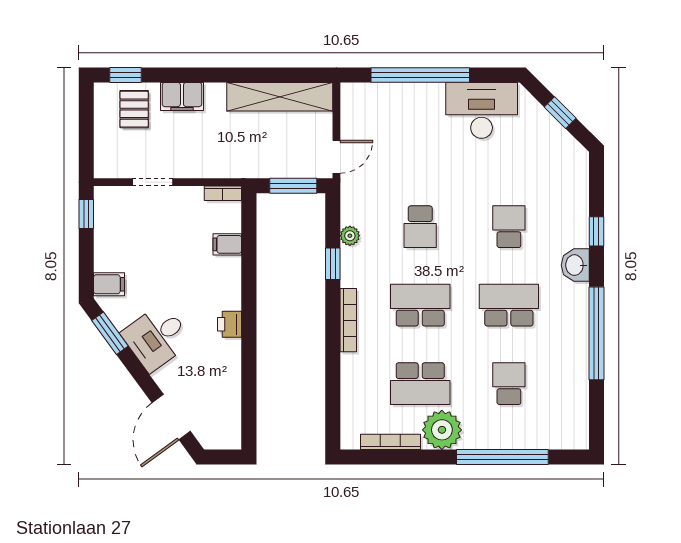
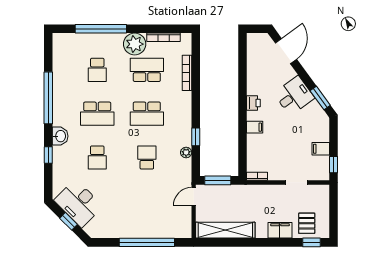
desk: (482, 110) -> (79, 203), moved, turned 45
filing cabinet: (227, 244) -> (255, 127), moved
filing cabinet: (109, 284) -> (321, 149), moved
bookcase: (348, 320) -> (187, 73), moved

